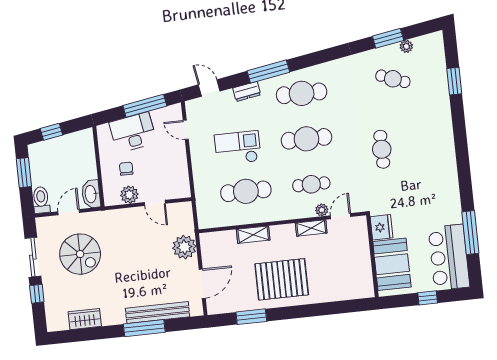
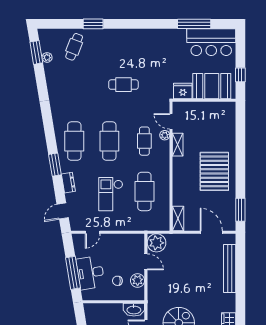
window: (388, 38) -> (36, 52), moved
window: (268, 71) -> (55, 165), width x0.69
cafe table: (393, 79) -> (74, 47), moved
window: (454, 81) -> (93, 24), moved
window: (145, 106) -> (73, 273), moved
door: (155, 203) -> (146, 262), hinge flipped
shelving: (253, 235) -> (178, 218), moved
plant: (184, 247) -> (157, 243), moved
window: (428, 298) -> (240, 75), moved
window: (251, 317) -> (240, 210), moved
window: (144, 328) -> (240, 280), removed

